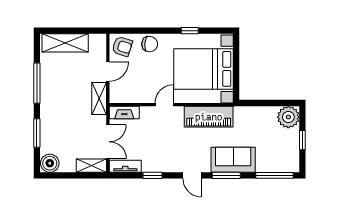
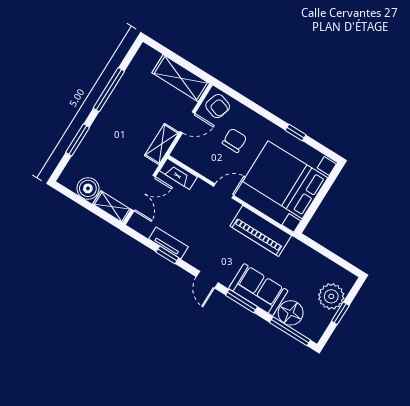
shelving: (65, 43) -> (181, 78), moved
chair: (150, 44) -> (234, 140), moved, turned -96
plant: (288, 117) -> (331, 296), moved
floor lamp: (267, 162) -> (291, 313), added
boiler: (50, 163) -> (88, 188), moved
tv unit: (125, 166) -> (168, 243), moved

